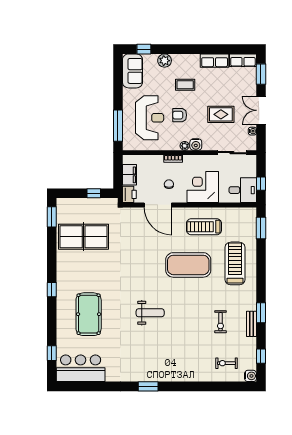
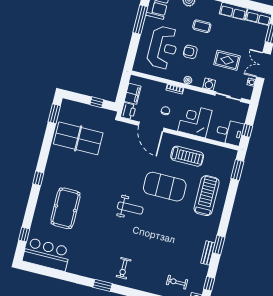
window: (118, 126) -> (140, 20), moved
water cooler: (196, 144) -> (209, 84), moved
treadmill: (204, 227) -> (187, 156), turned 180
weight bench: (150, 313) -> (130, 208), moved
exercise bike: (220, 322) -> (124, 268), moved

